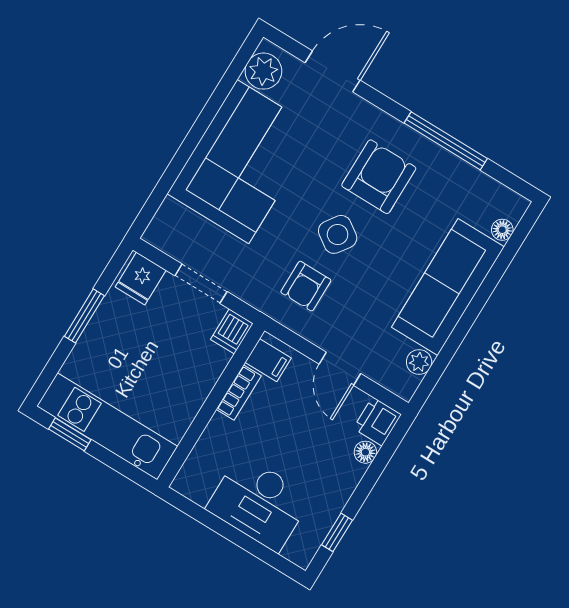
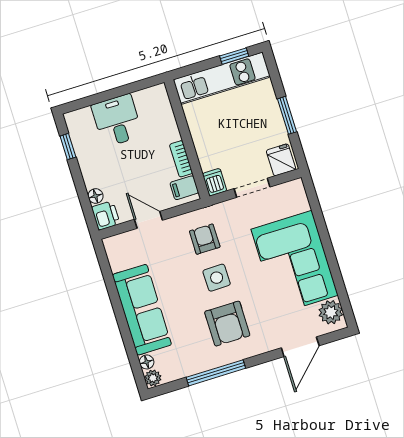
side table: (338, 234) -> (217, 278), turned -36
plant: (419, 362) -> (153, 378), moved
desk: (259, 503) -> (117, 121), width x0.73

